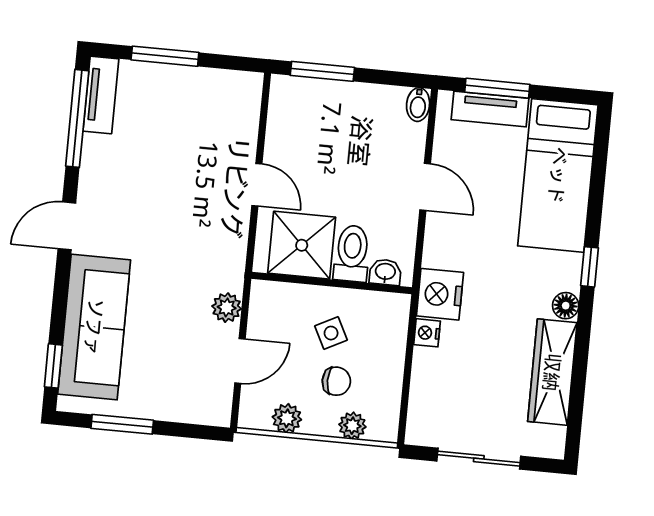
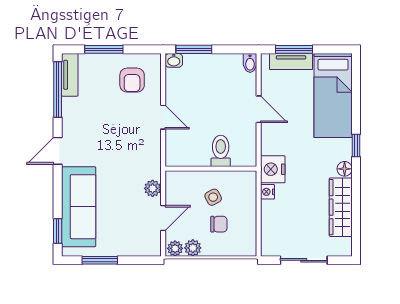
armchair: (209, 115) -> (132, 80), added
shower: (302, 245) -> (192, 149), removed
washbasin: (385, 272) -> (174, 60), moved, turned 180
plant: (352, 426) -> (175, 248), moved

